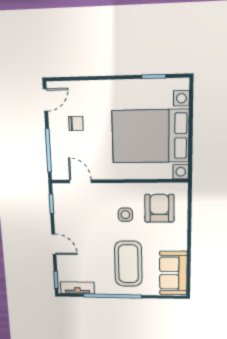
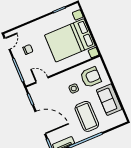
armchair: (159, 208) -> (91, 77), turned 90
door: (54, 244) -> (40, 123), width x1.88
sofa: (173, 273) -> (109, 100), moved

